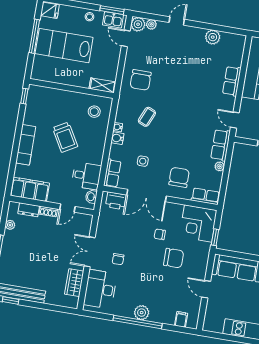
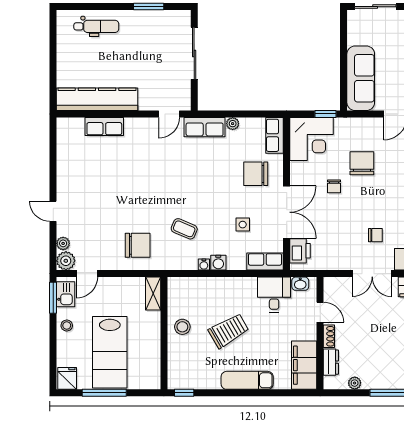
plant: (213, 37) -> (66, 161), removed
row of seats: (232, 81) -> (104, 126), moved
stool: (94, 112) -> (182, 327), moved

